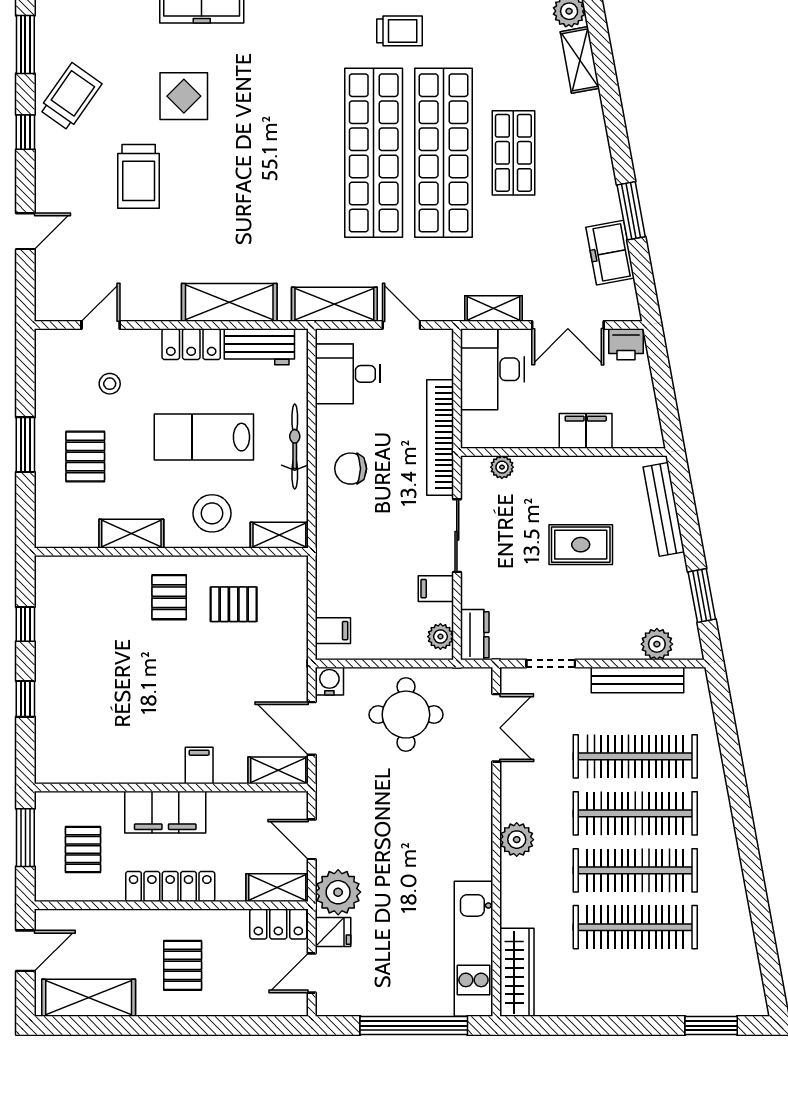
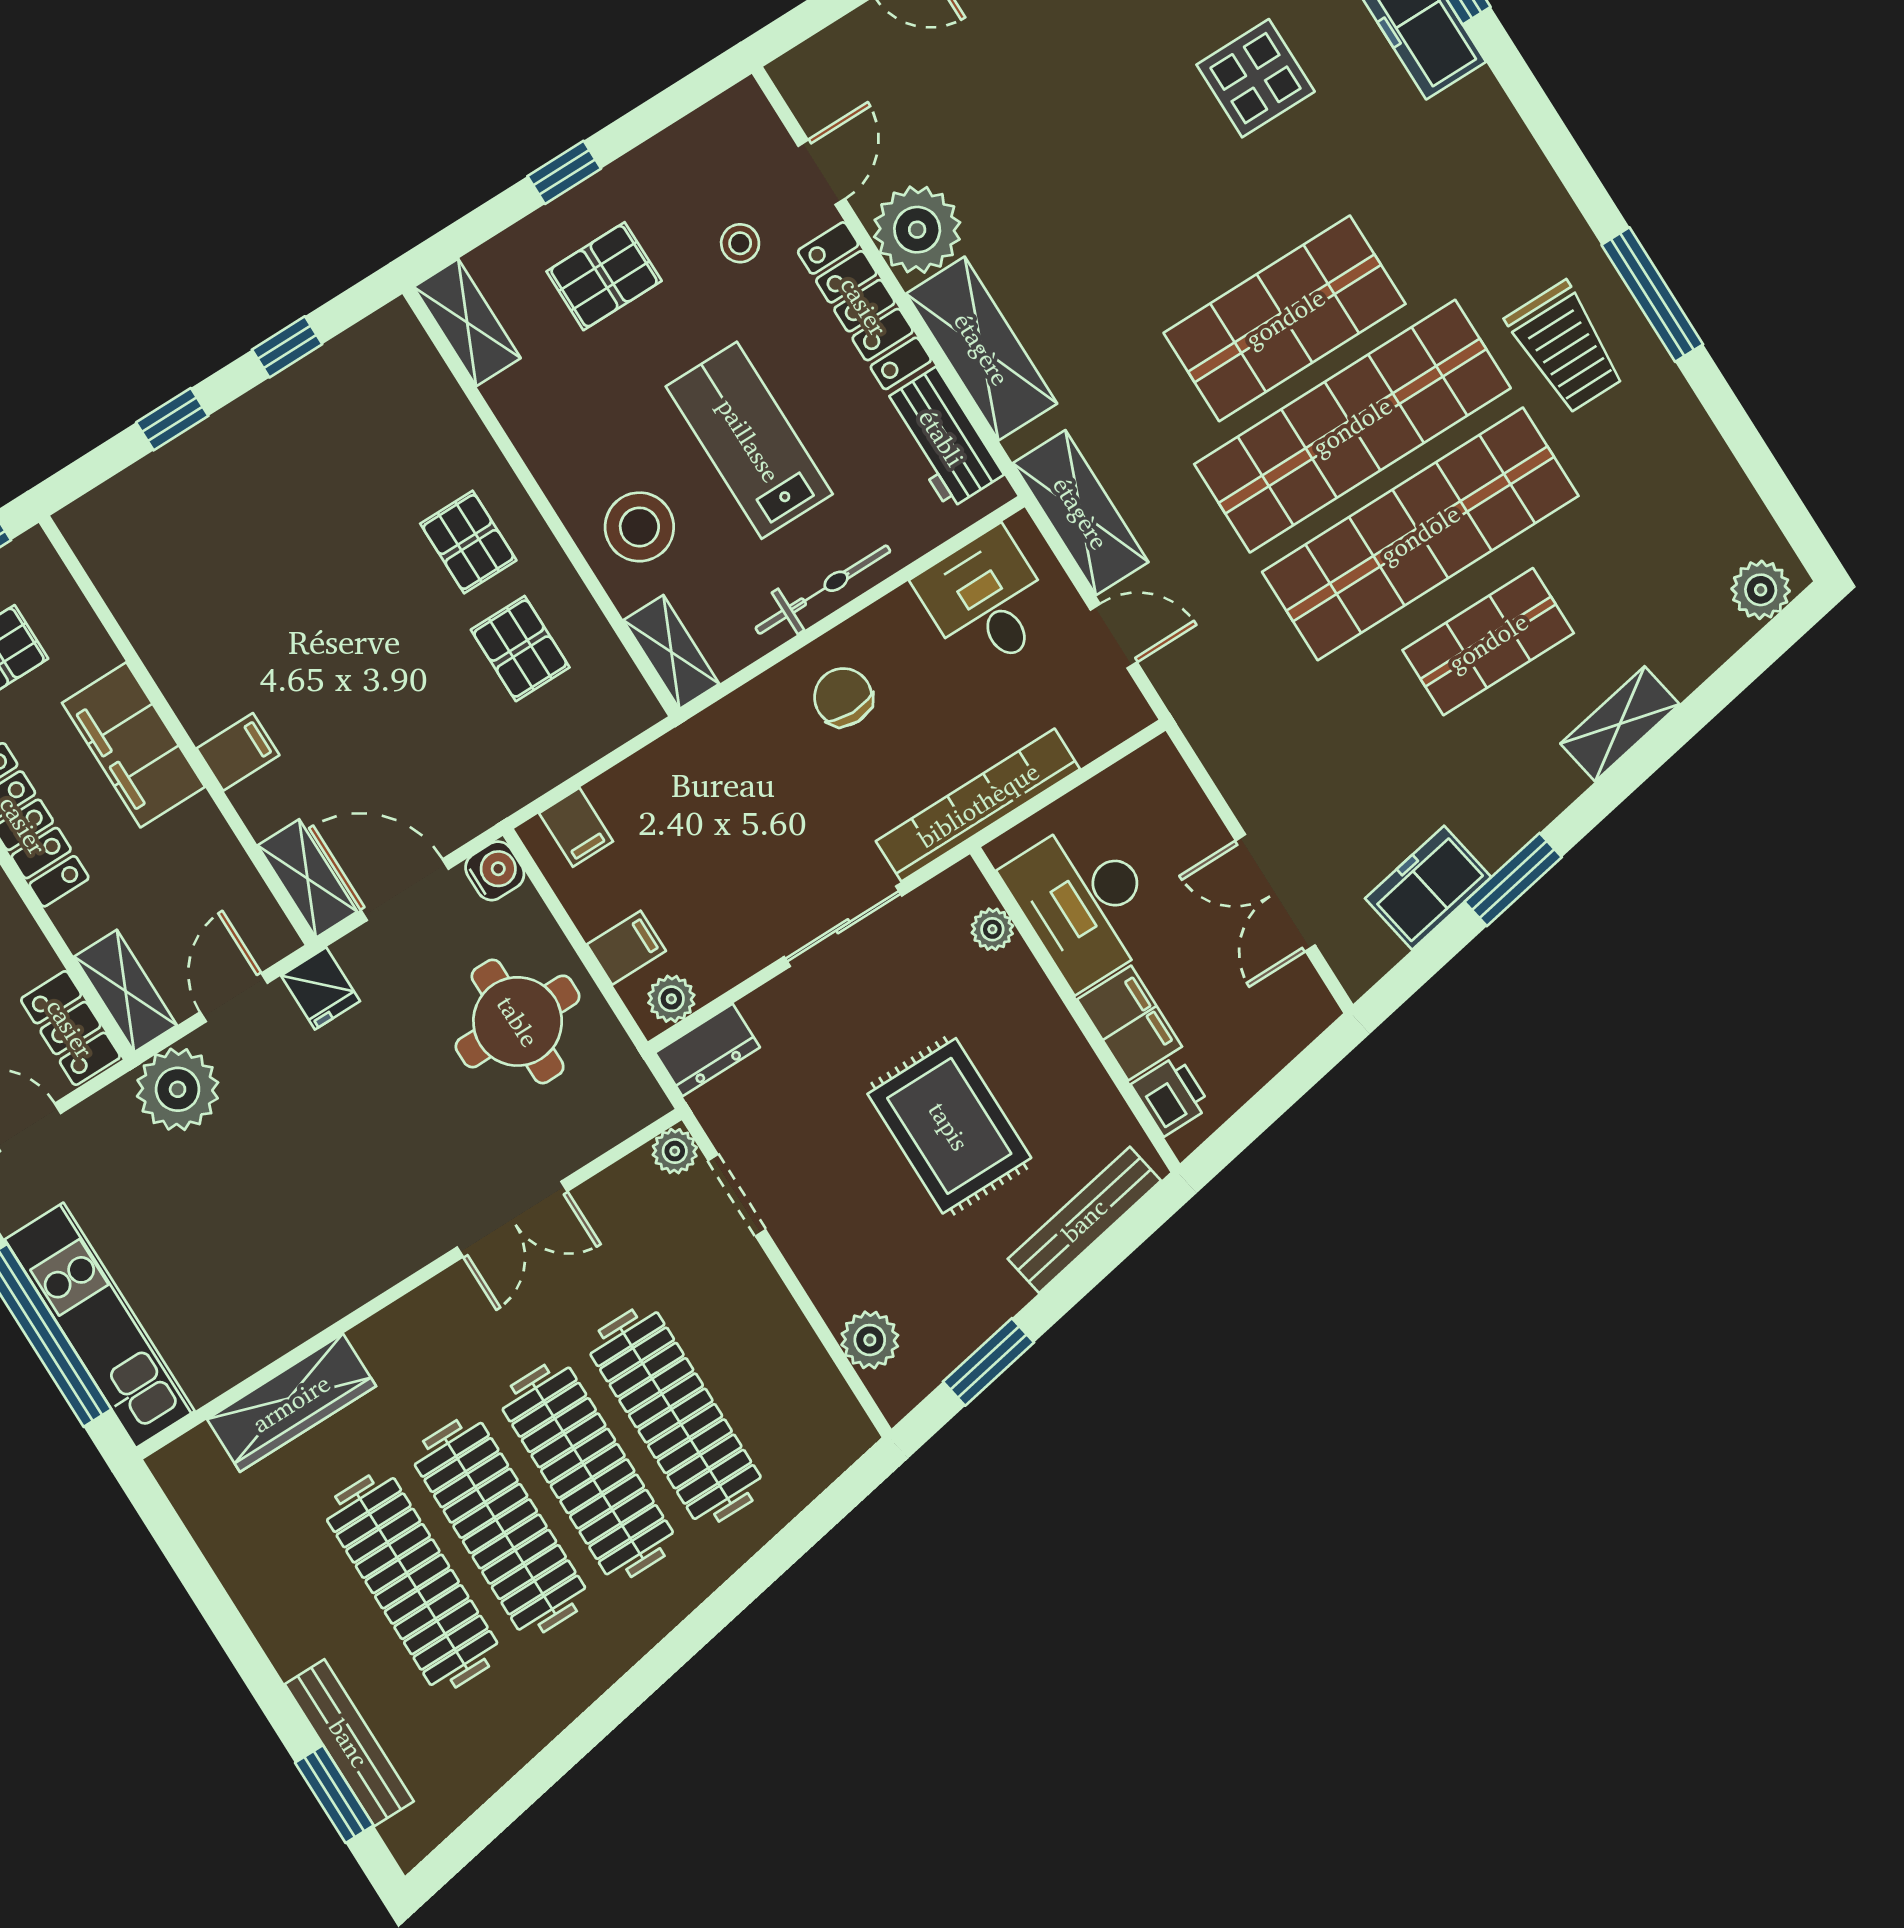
trolley: (399, 31) -> (1566, 347), width x1.36, depth x1.39
shelving: (580, 60) -> (1620, 724), moved
shop shelf: (304, 153) -> (1285, 318), added
trolley: (139, 176) -> (1088, 86), removed
plant: (155, 298) -> (917, 230), added
shelving: (493, 309) -> (1229, 762), removed
door: (101, 325) -> (822, 172), hinge flipped
door: (401, 325) -> (1114, 636), hinge flipped
locker: (191, 344) -> (864, 306), width x1.53
printer: (626, 344) -> (1171, 1096), moved, turned 180
desk: (492, 369) -> (1084, 902), moved, turned -90
window: (25, 445) -> (564, 172), width x0.67
shelving: (131, 534) -> (467, 322), moved
rug: (581, 545) -> (949, 1126), width x1.36, depth x1.43
filing cabinet: (436, 589) -> (626, 948), moved, turned 90
pallet: (169, 597) -> (468, 542), turned 90
bench: (638, 680) -> (349, 1743), moved
door: (312, 728) -> (405, 890), hinge flipped
double door: (496, 728) -> (512, 1219), moved
plant: (517, 840) -> (675, 1151), moved, width x0.73, depth x0.73
fridge: (333, 932) -> (320, 988), moved
kitchen unit: (473, 949) -> (100, 1325), moved, turned 90
wardrobe: (517, 972) -> (291, 1403), moved

